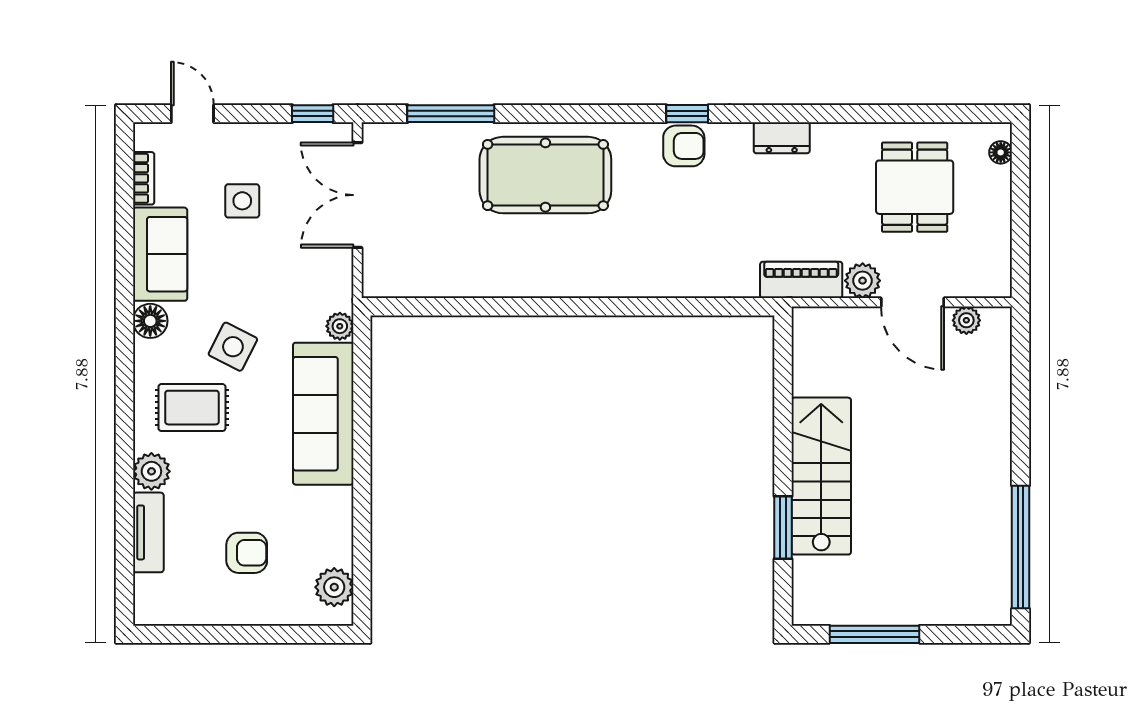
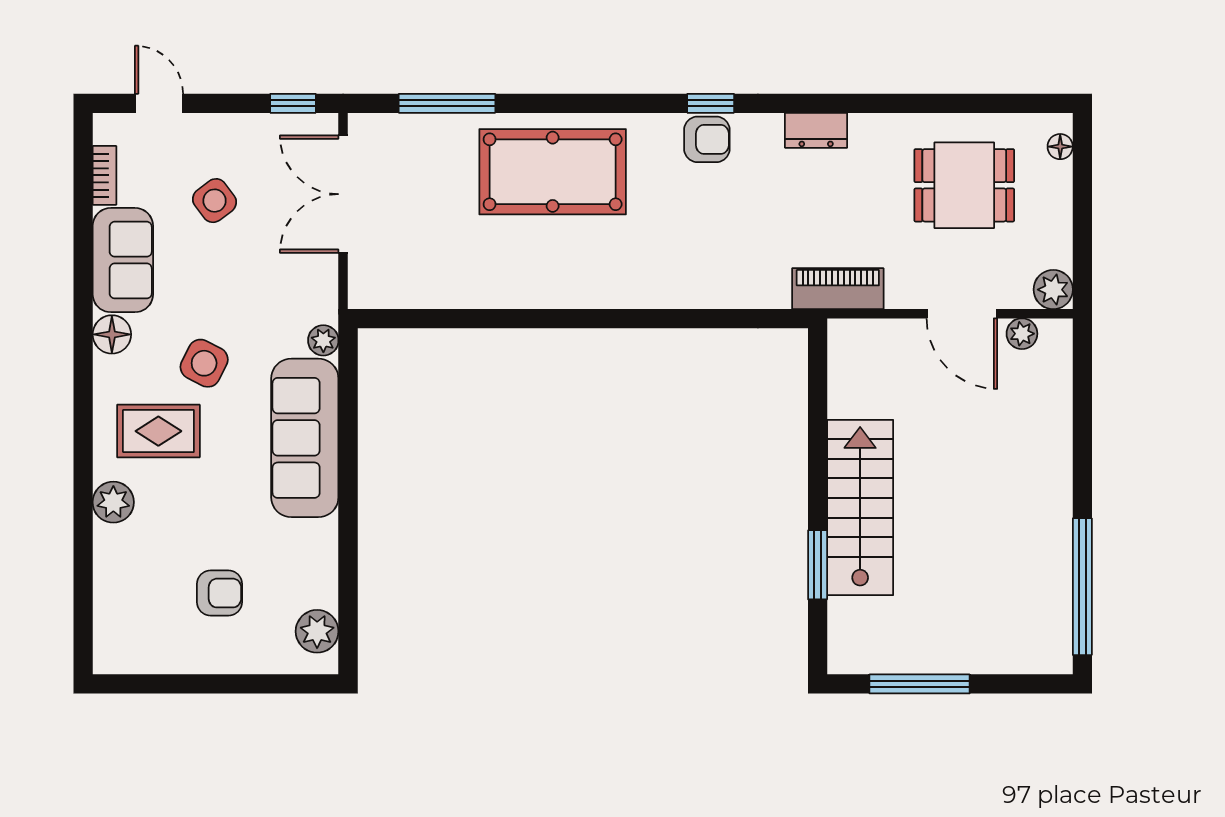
dining table: (915, 187) -> (964, 185), turned 90
side table: (242, 201) -> (215, 201), turned -37
plant: (863, 281) -> (1053, 290), moved
tv unit: (148, 532) -> (110, 570), removed

